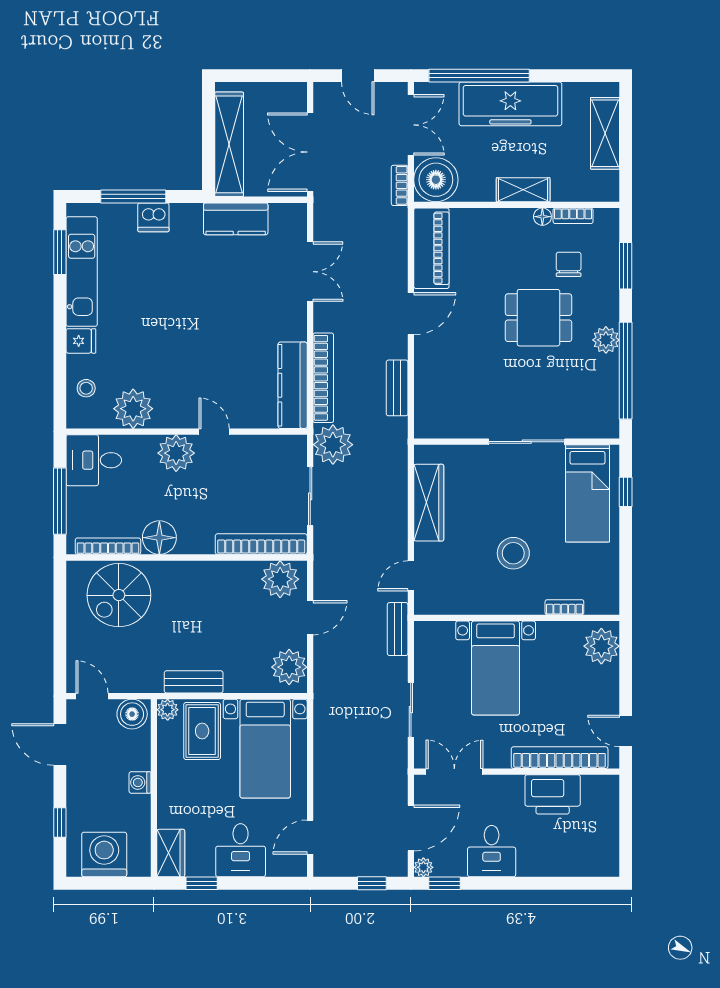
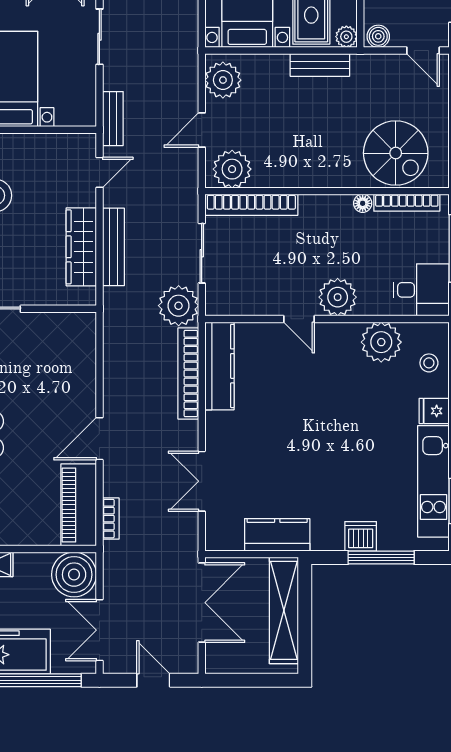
bookcase: (400, 185) -> (111, 519), moved
bench: (397, 388) -> (113, 247), moved, width x1.36
floor lamp: (159, 538) -> (363, 203), width x0.53, depth x0.53
spiral stairs: (119, 595) -> (396, 153), turned 90
boiler: (132, 714) -> (378, 36), width x0.73, depth x0.73

